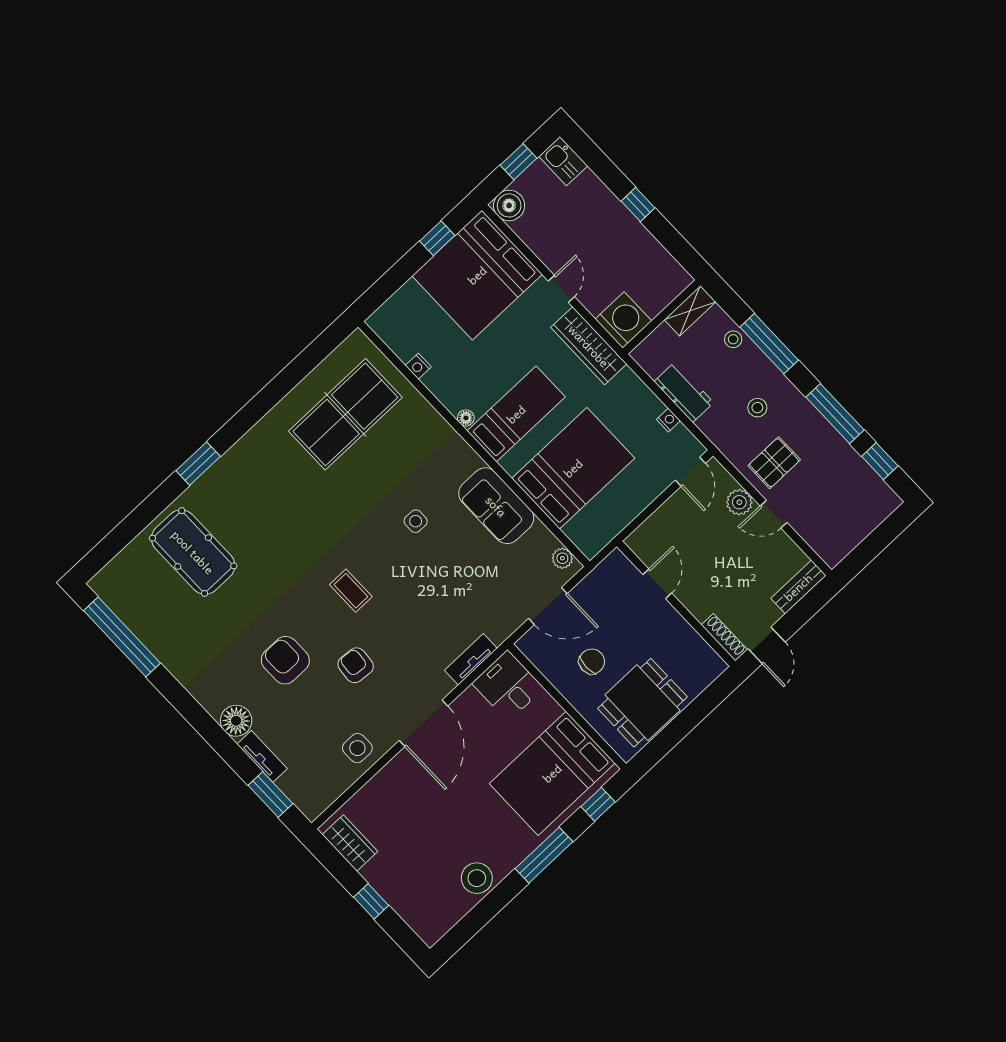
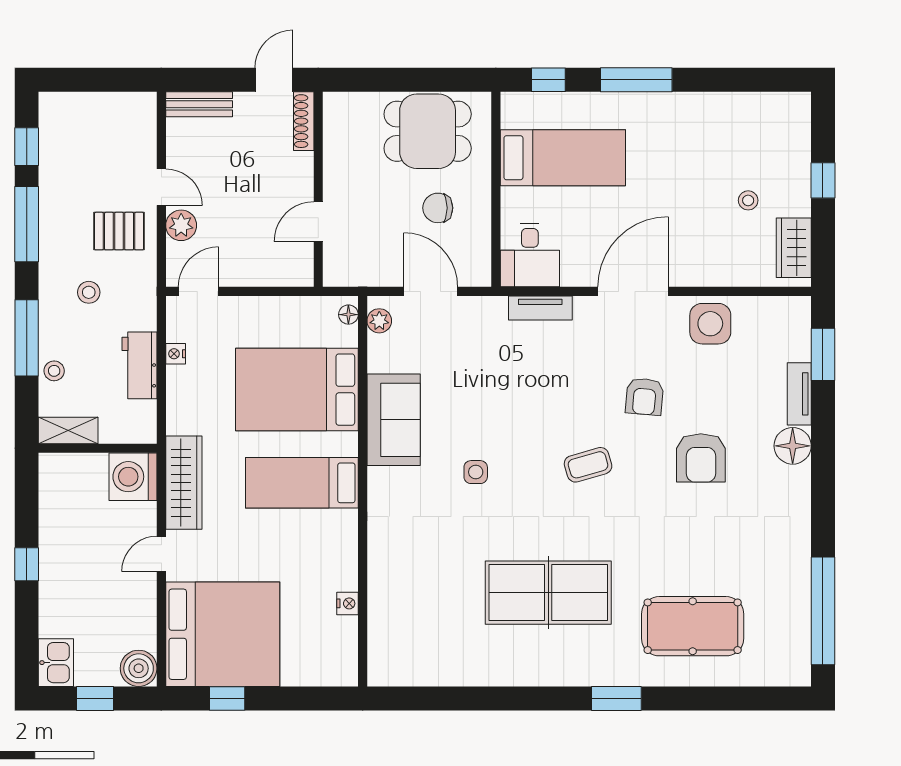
table tennis table: (345, 414) -> (548, 593), moved
floor lamp: (466, 418) -> (348, 315), moved
pool table: (193, 552) -> (693, 626), turned 90
coffee table: (351, 591) -> (588, 465), turned 74
side table: (357, 748) -> (710, 324), width x1.37, depth x1.37
bed: (552, 773) -> (563, 158), width x0.67
stool: (477, 878) -> (748, 200), moved, width x0.53, depth x0.53

